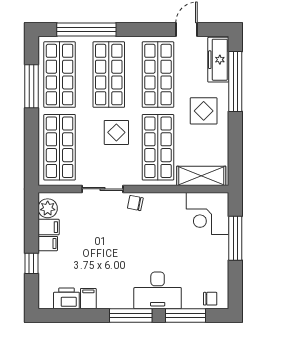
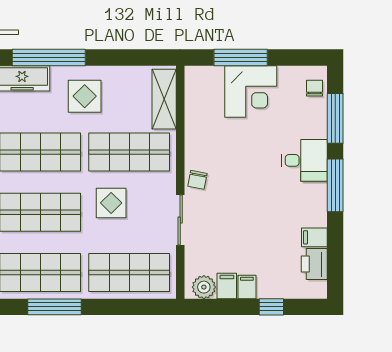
corner desk: (208, 213) -> (251, 91), moved
desk: (158, 290) -> (304, 160), width x0.73

